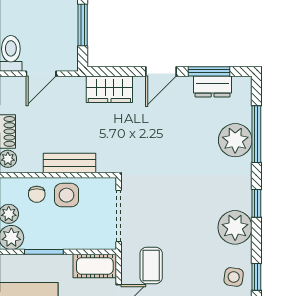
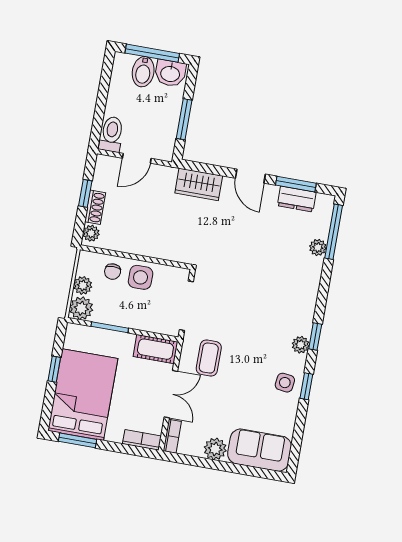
door: (161, 71) -> (250, 176), hinge flipped
window: (256, 134) -> (334, 232), moved
plant: (235, 140) -> (318, 247), width x0.53, depth x0.53
bench: (70, 163) -> (149, 247), removed
window: (256, 203) -> (315, 336), moved
plant: (235, 227) -> (301, 345), width x0.53, depth x0.53

